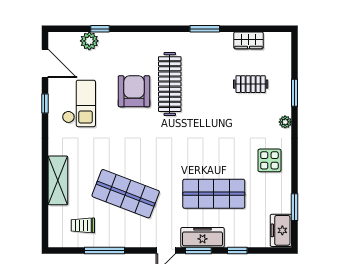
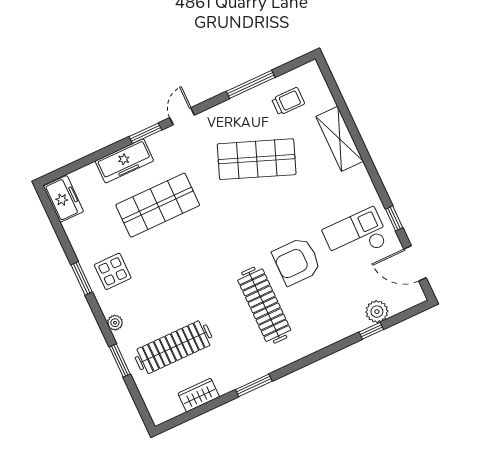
clothes rail: (251, 84) -> (173, 347), width x1.86, depth x1.31
armchair: (134, 91) -> (297, 261), moved, turned 90
checkout: (79, 103) -> (356, 236), turned 90
window: (295, 207) -> (82, 278), moved
freezer: (202, 237) -> (124, 161), moved
window: (237, 251) -> (102, 153), removed

